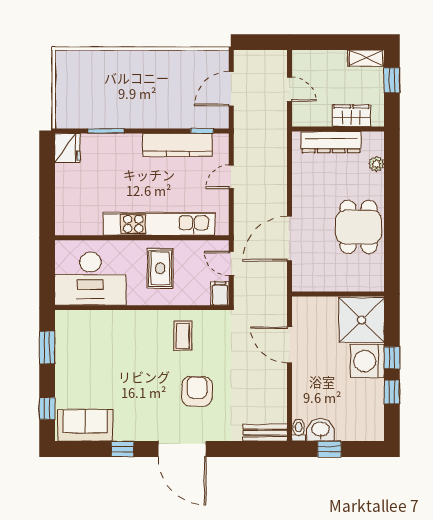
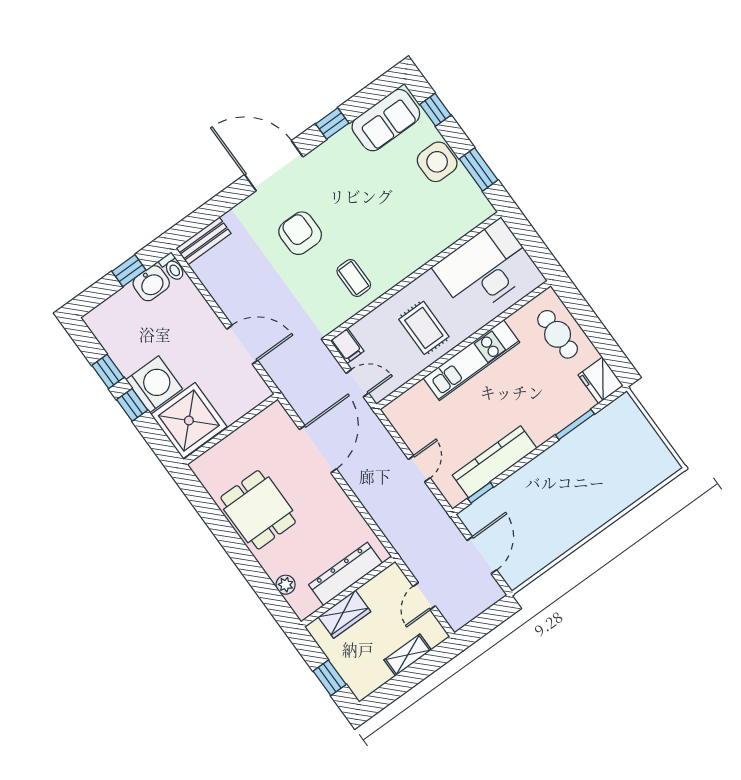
shelving: (366, 58) -> (408, 655), moved
door: (289, 89) -> (424, 596), hinge flipped
cafe table: (74, 200) -> (558, 334), added
kitchen unit: (159, 224) -> (471, 360), width x0.73
side table: (71, 373) -> (437, 162), added
armchair: (197, 391) -> (300, 233), turned 180

